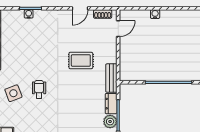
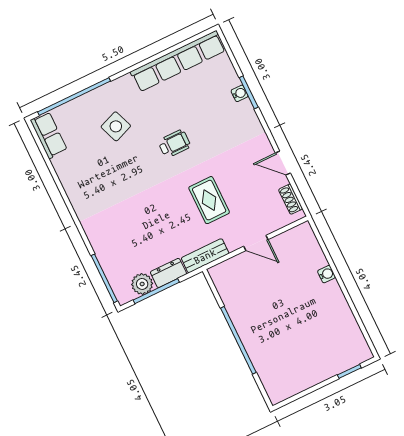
door: (118, 29) -> (256, 243), moved
wheelchair: (39, 89) -> (174, 144), moved

